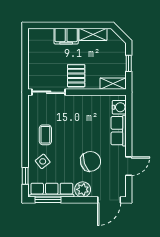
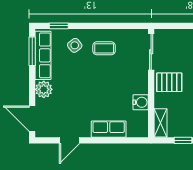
water cooler: (119, 107) -> (141, 102), moved, turned -90
chair: (90, 161) -> (75, 98), removed
door: (129, 166) -> (69, 140), hinge flipped

